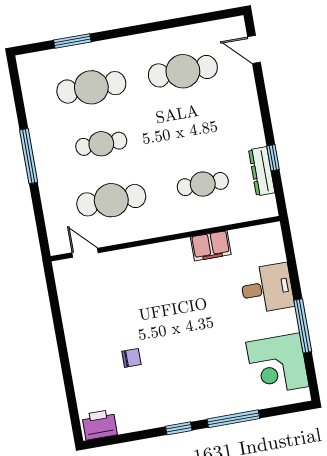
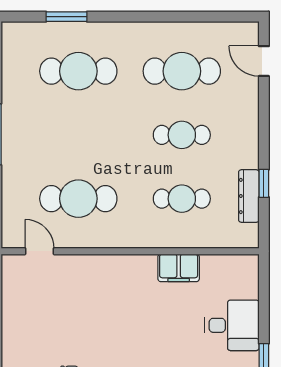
cafe table: (101, 144) -> (182, 135), moved

